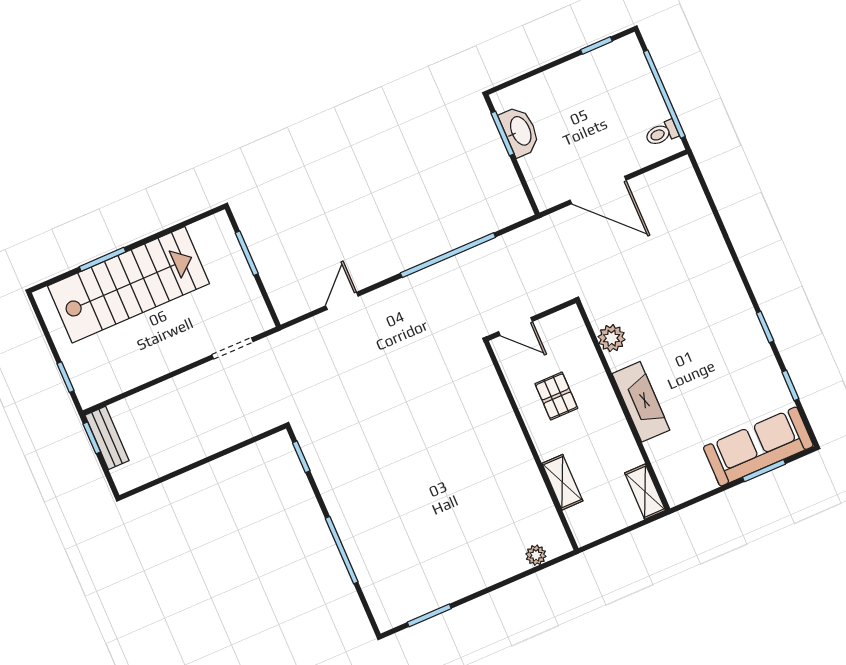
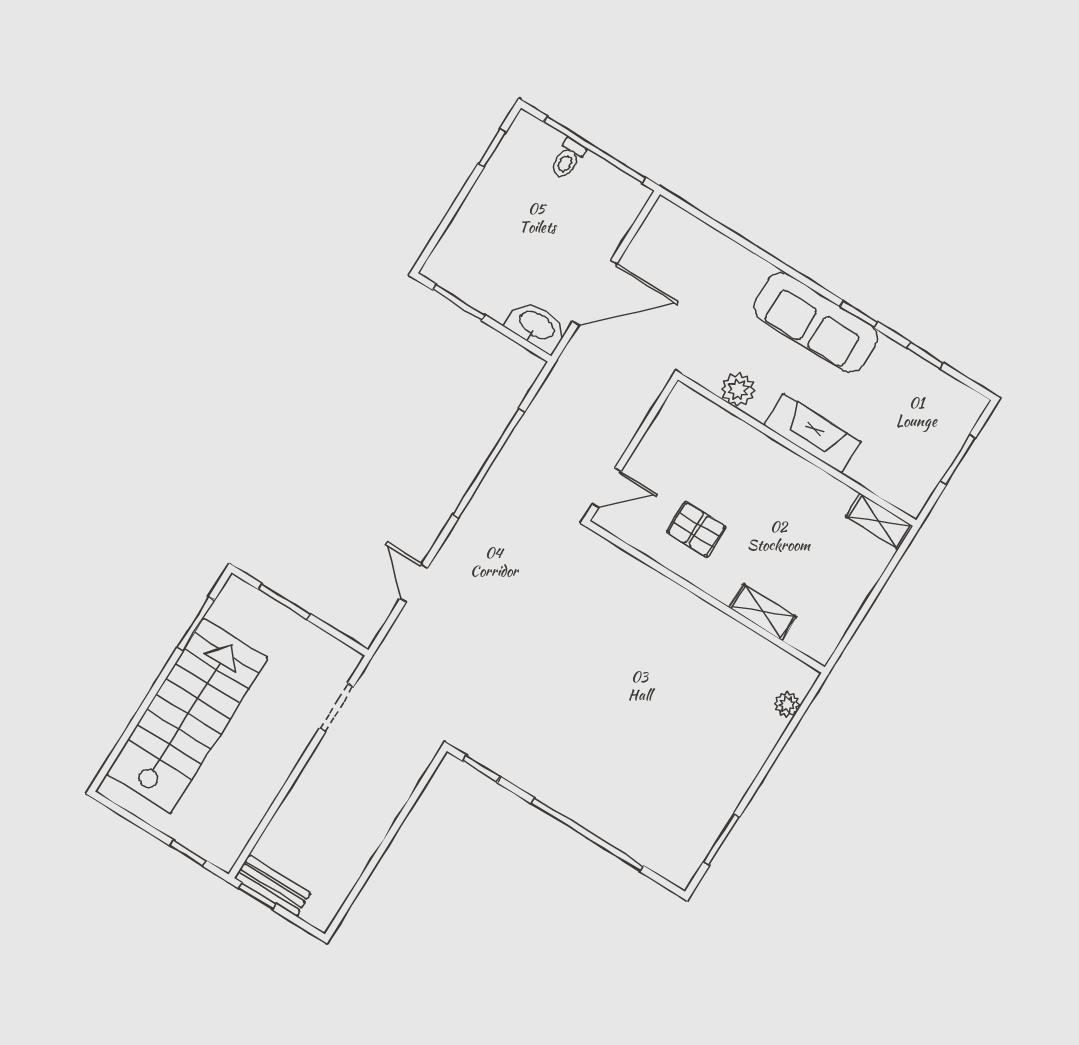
washbasin: (520, 131) -> (536, 326), moved
toilet: (662, 133) -> (568, 159), moved
window: (102, 259) -> (196, 624), moved
plant: (612, 338) -> (738, 390), moved
fireplace: (641, 402) -> (812, 433), moved
wall: (623, 406) -> (797, 450), moved
sofa: (758, 447) -> (816, 322), moved, turned -90
shelving: (645, 492) -> (879, 521), moved
window: (342, 550) -> (588, 835), width x1.46

